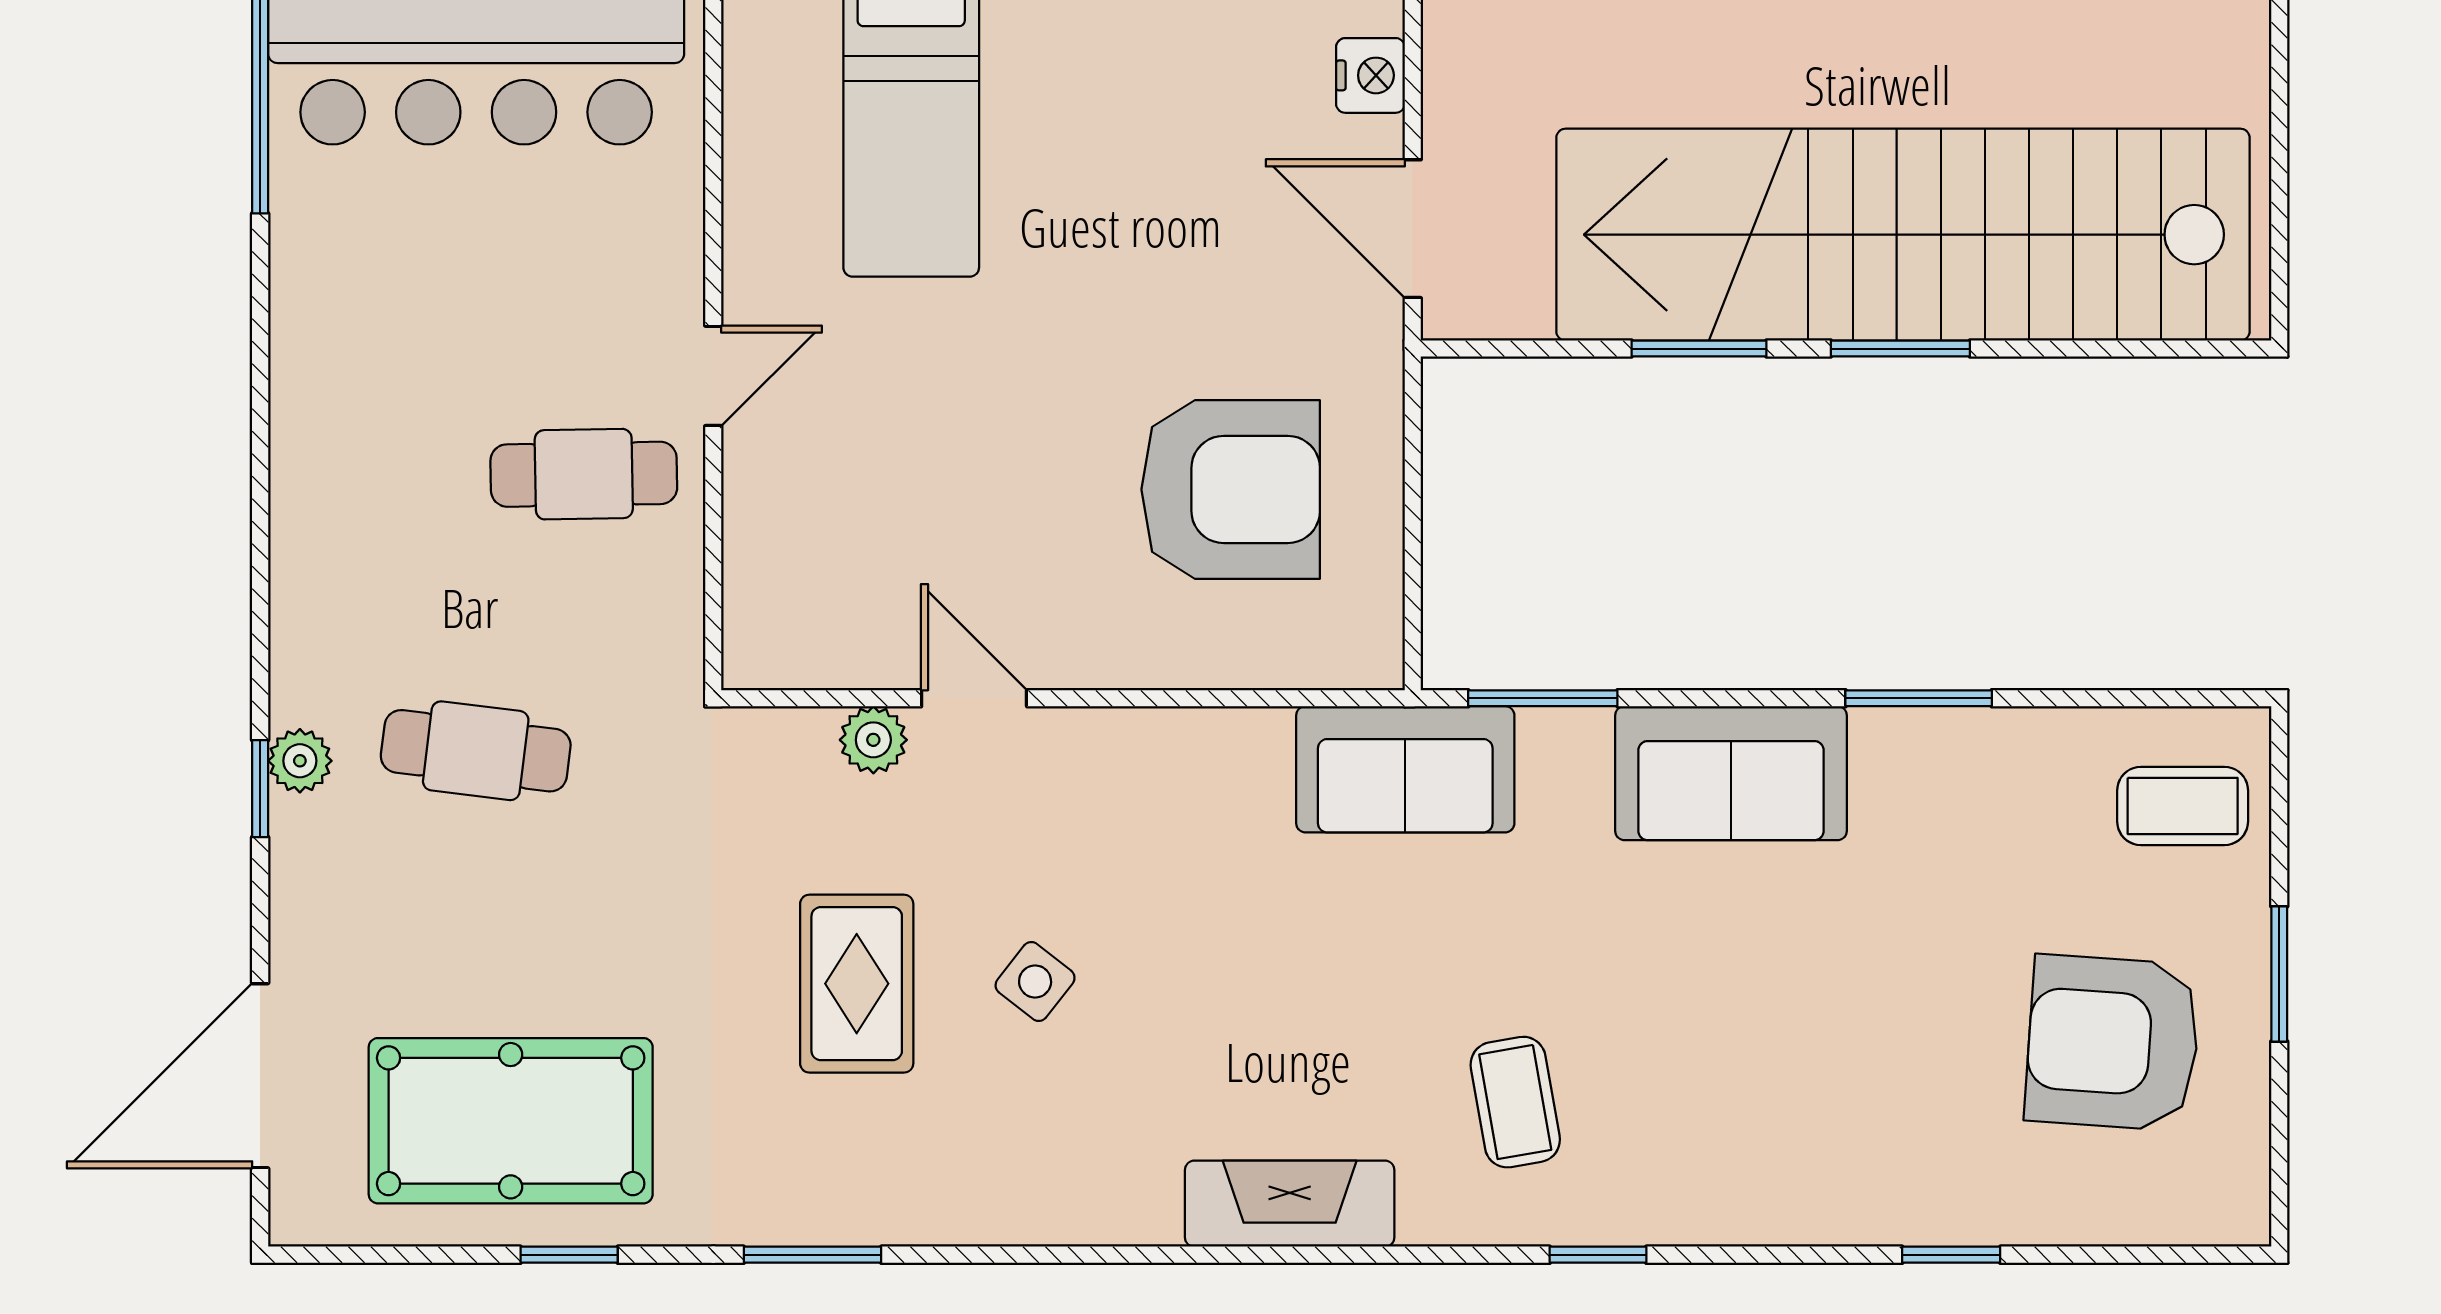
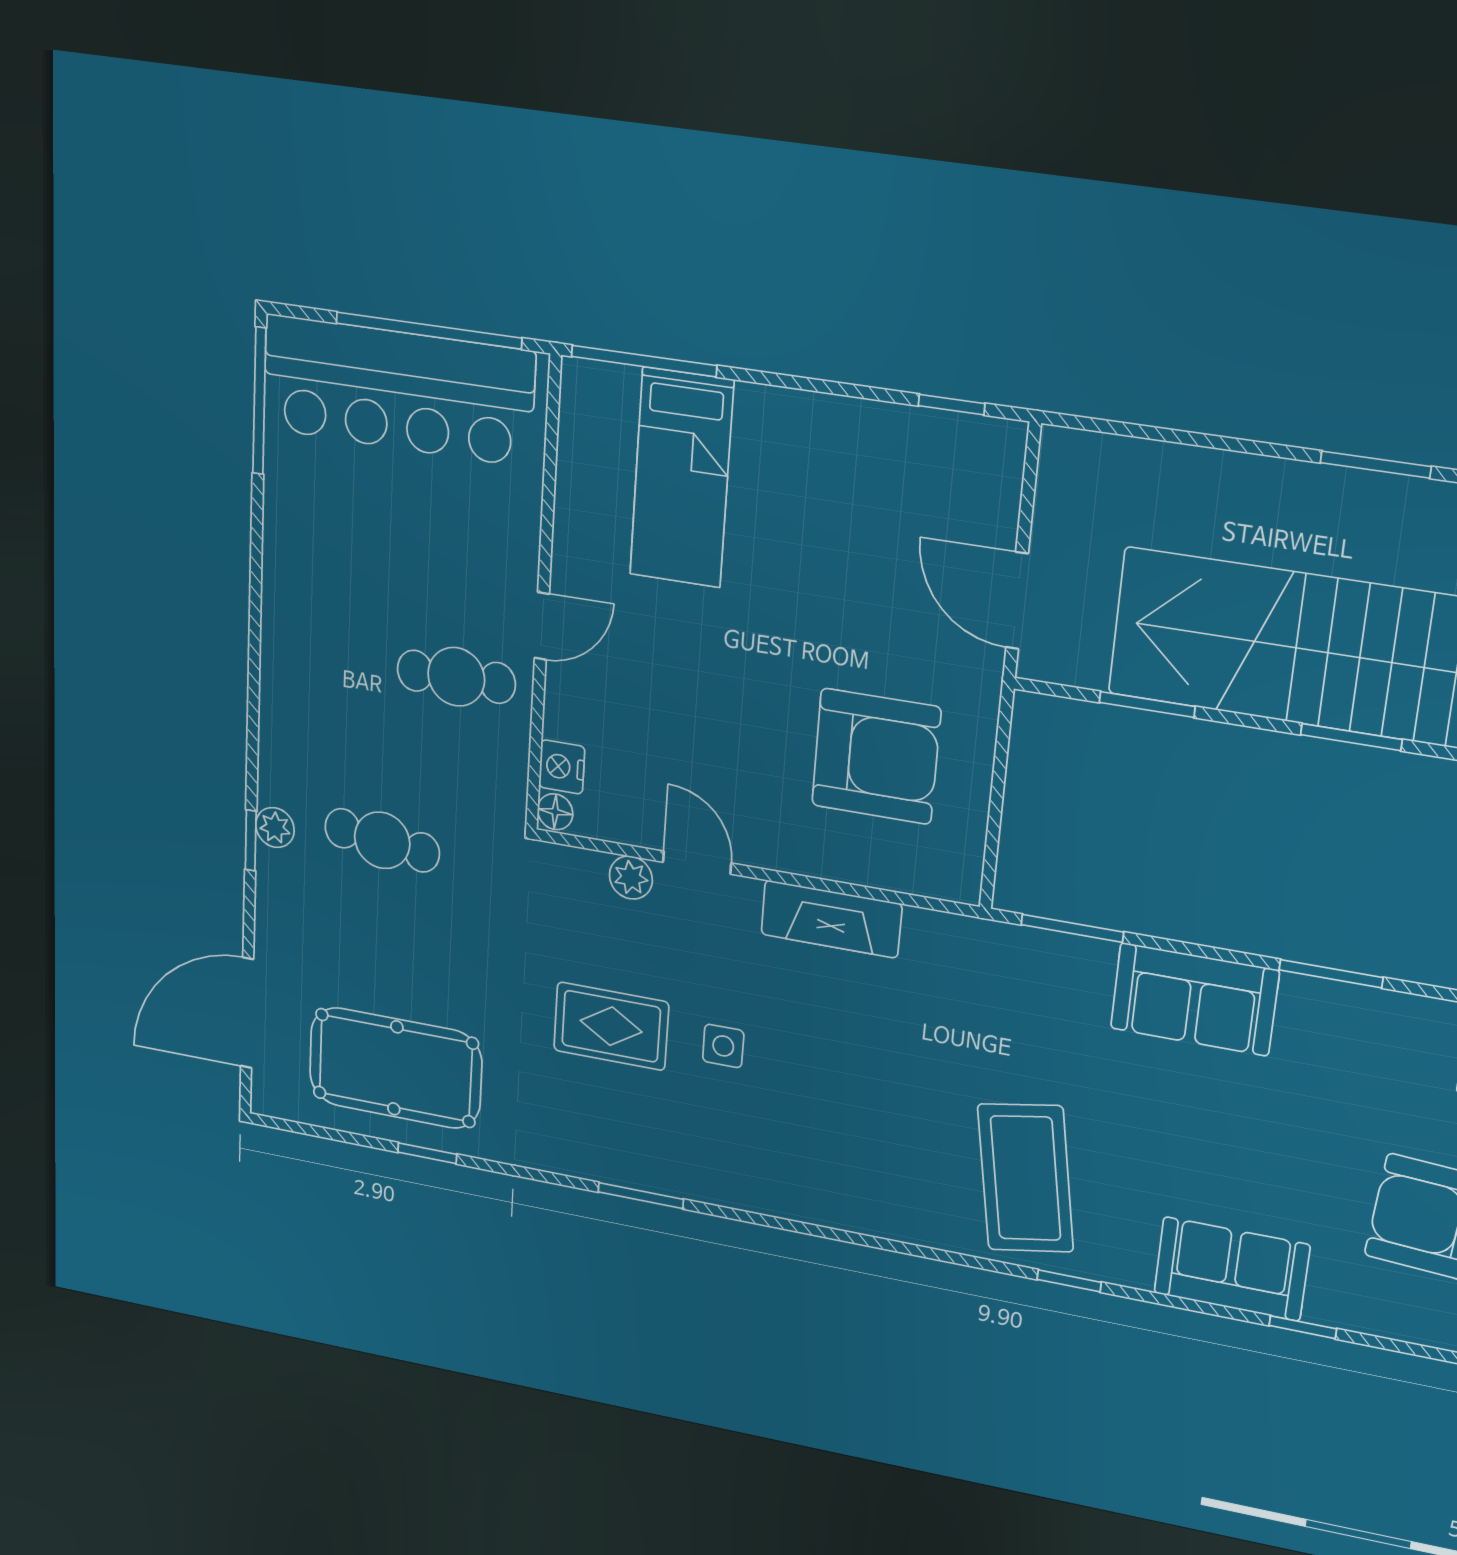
nightstand: (1370, 75) -> (562, 767), moved, turned 180
window: (1699, 349) -> (1147, 704), moved
floor lamp: (749, 657) -> (555, 812), added
sofa: (1405, 769) -> (1232, 1269), moved, turned 180
side table: (1035, 982) -> (723, 1046), turned -38
rug: (857, 984) -> (611, 1026), turned 90
coffee table: (1515, 1102) -> (1026, 1178), width x1.86, depth x1.72
fireplace: (1290, 1204) -> (831, 919), moved, turned 180
window: (813, 1255) -> (641, 1196), moved

